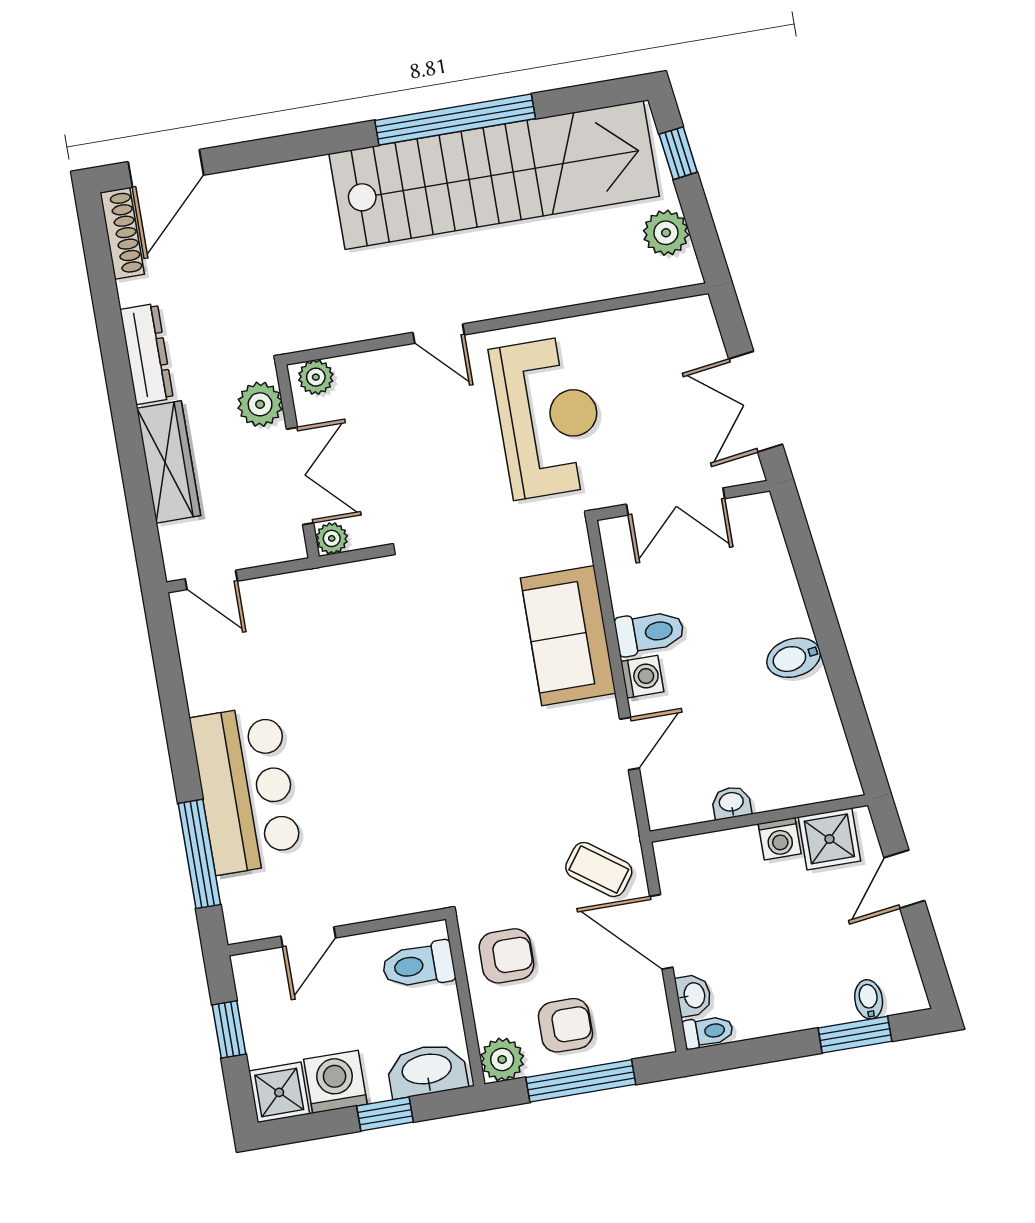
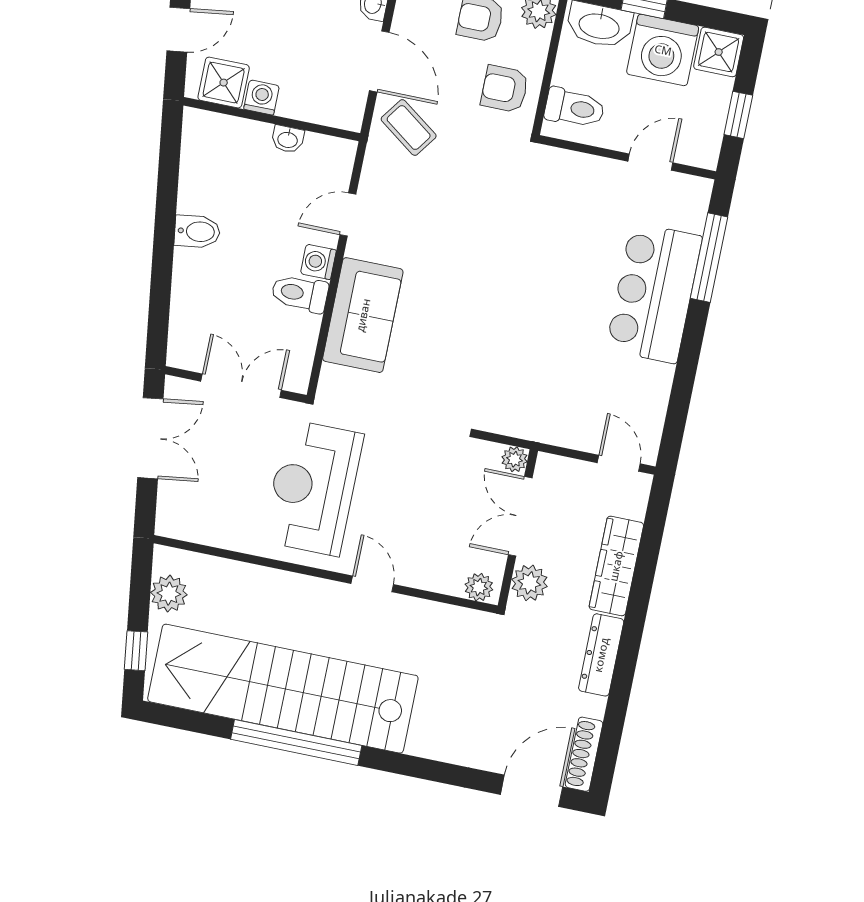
washing machine: (335, 1082) -> (663, 50), width x1.37, depth x1.37

